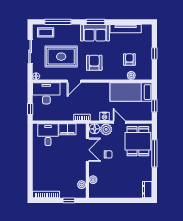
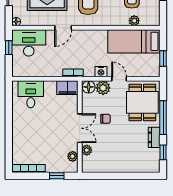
window: (30, 109) -> (9, 48), moved
filing cabinet: (67, 129) -> (67, 88), moved
double door: (87, 150) -> (80, 128), moved
window: (154, 181) -> (163, 152), added
dresser: (147, 190) -> (154, 137), moved

